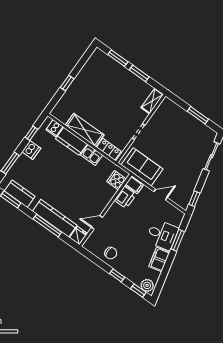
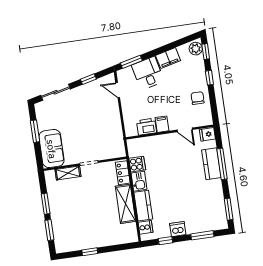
window: (67, 83) -> (90, 252), moved
shelving: (152, 101) -> (68, 173), moved
sofa: (142, 167) -> (51, 149), moved, turned 180
cooker: (117, 180) -> (137, 164), moved, turned -90
filing cabinet: (134, 185) -> (162, 124), moved
kitchen counter: (20, 194) -> (218, 207), removed
door: (161, 195) -> (118, 90), moved
window: (194, 199) -> (88, 79), moved
kitchen counter: (55, 218) -> (211, 164), width x0.67
window: (178, 240) -> (131, 62), moved

